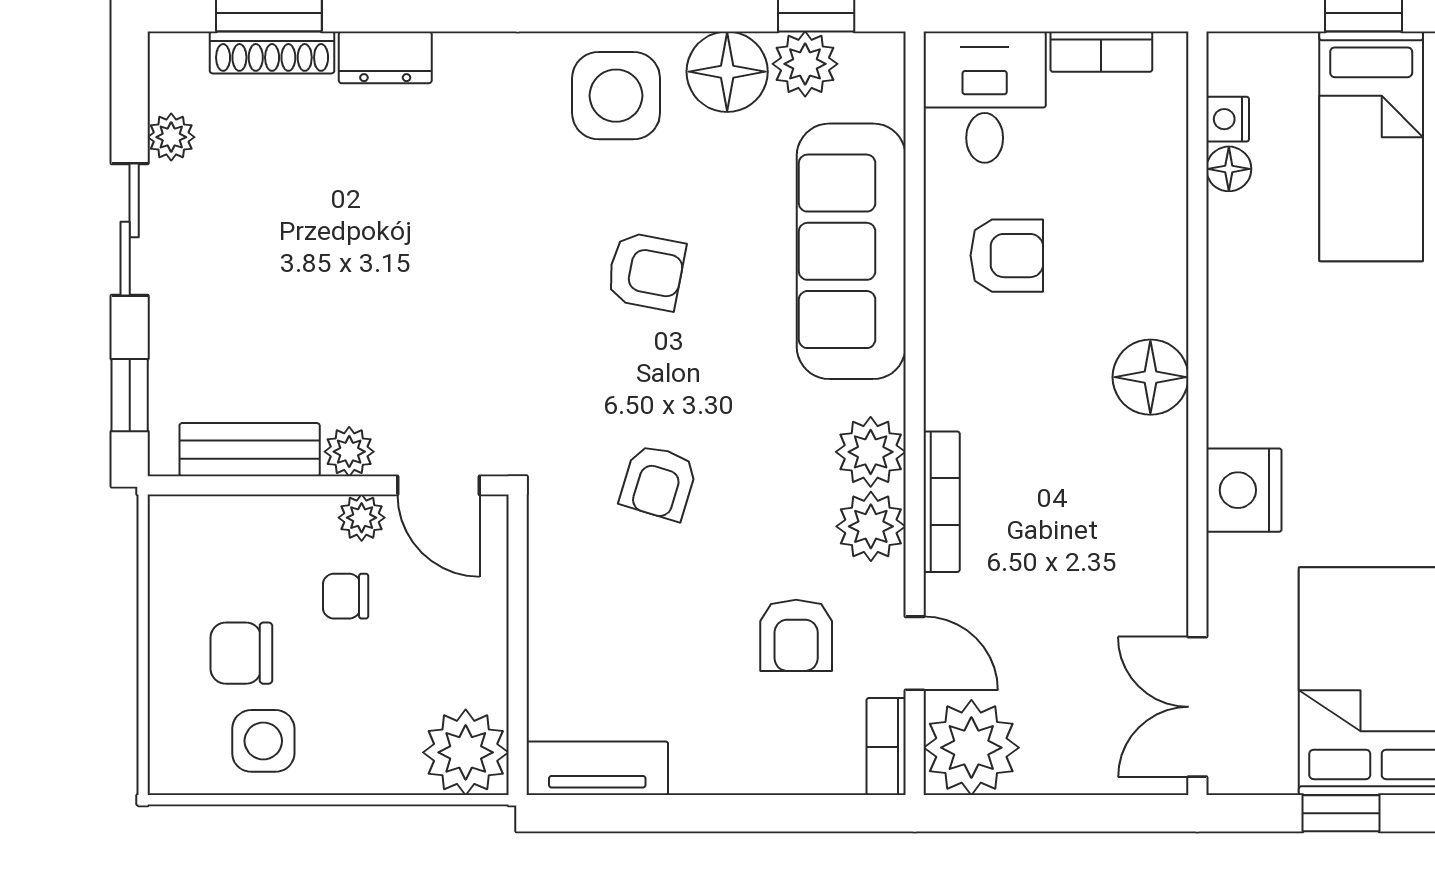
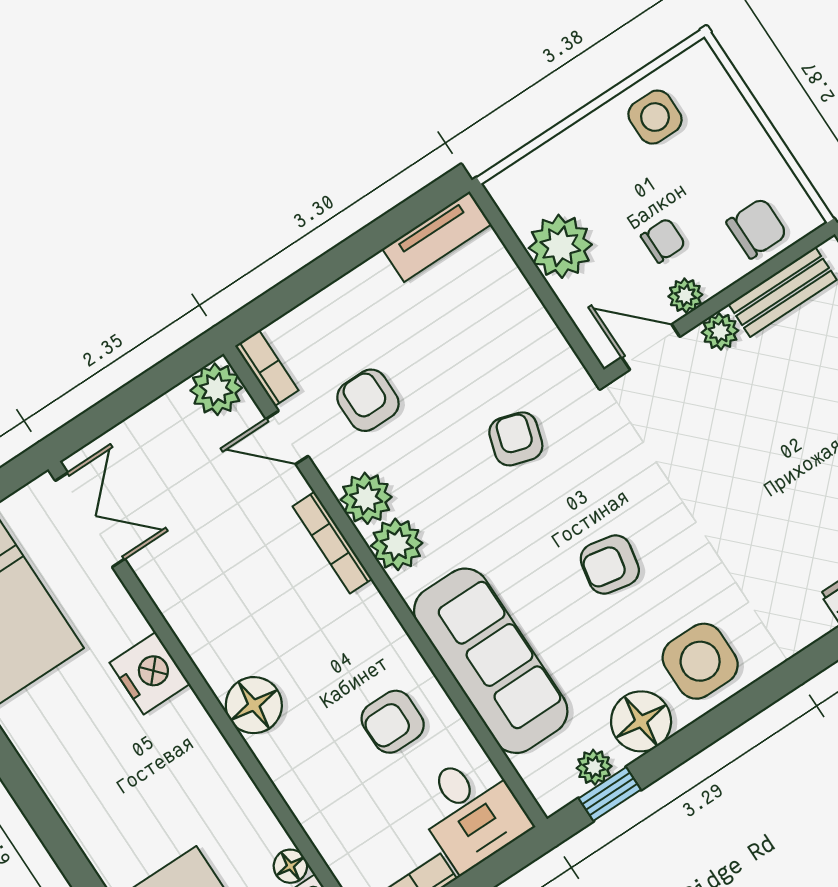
plant: (805, 64) -> (594, 767), width x0.73, depth x0.73
chair: (241, 653) -> (757, 228), moved
plant: (971, 748) -> (216, 389), width x0.73, depth x0.73
plant: (466, 752) -> (560, 246), moved

